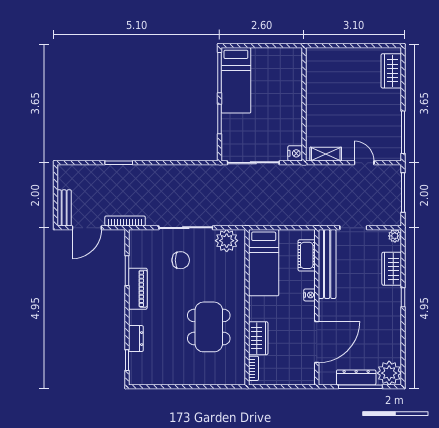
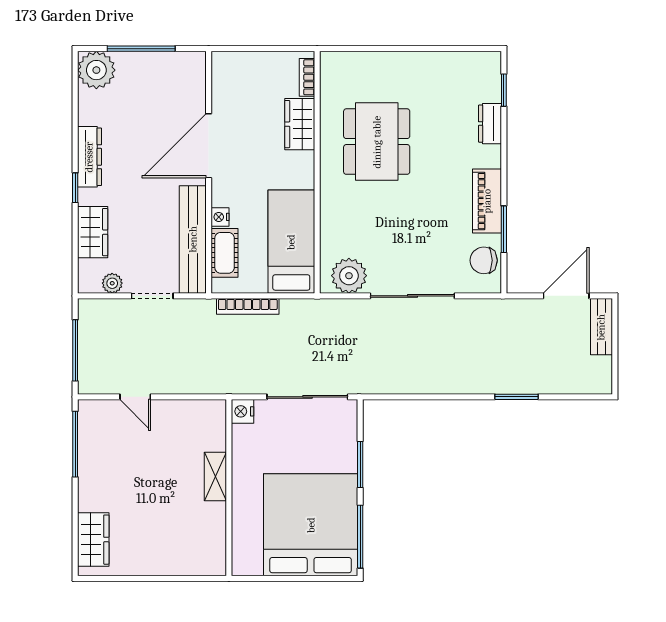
bed: (236, 80) -> (311, 525), width x2.04
shelving: (326, 154) -> (215, 476), moved, turned 90
bookcase: (125, 221) -> (248, 306), moved
plant: (395, 236) -> (112, 283), moved
chair: (181, 260) -> (484, 260), moved
nightstand: (310, 295) -> (220, 217), moved
door: (317, 342) -> (209, 146), moved
dresser: (356, 377) -> (89, 157), moved, turned -90

